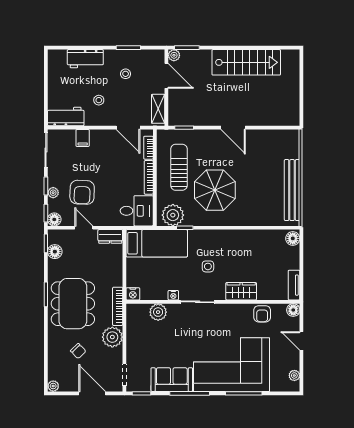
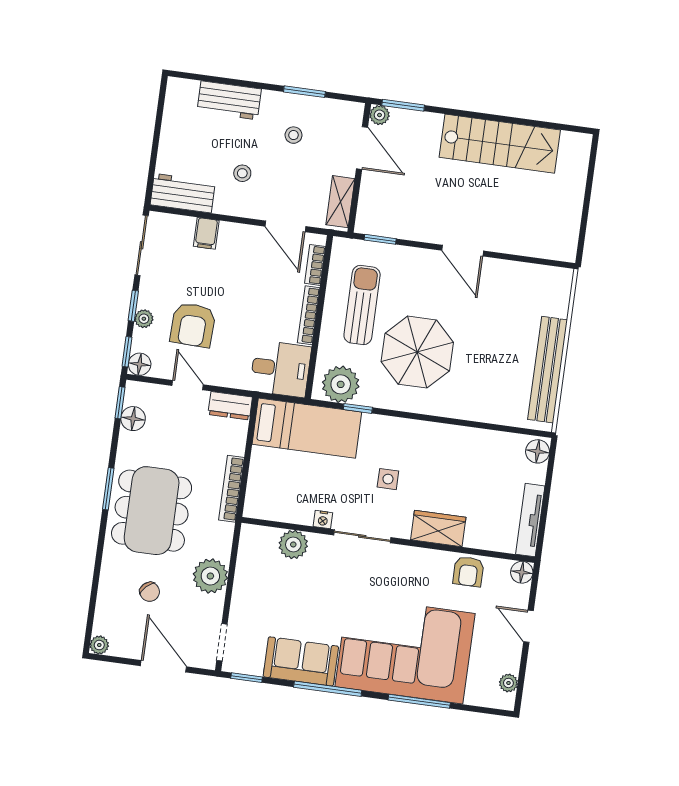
tv unit: (294, 285) -> (530, 520), width x1.41
nightstand: (133, 294) -> (255, 508), removed
bookcase: (118, 306) -> (231, 489), moved

